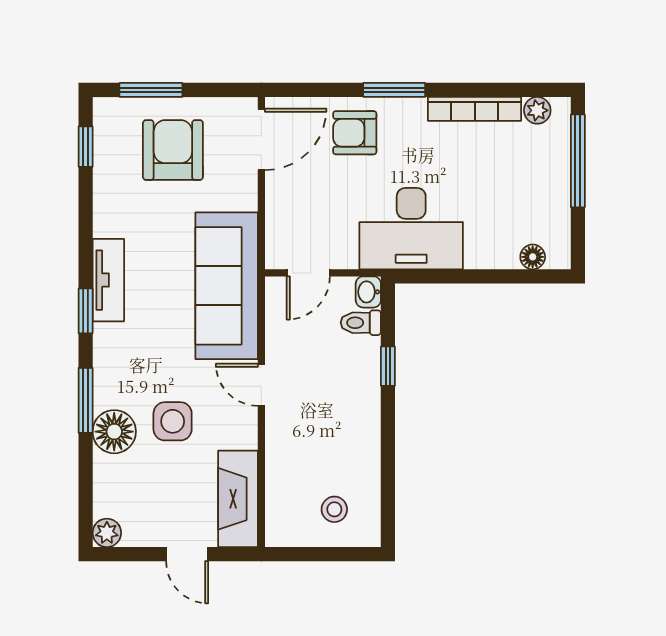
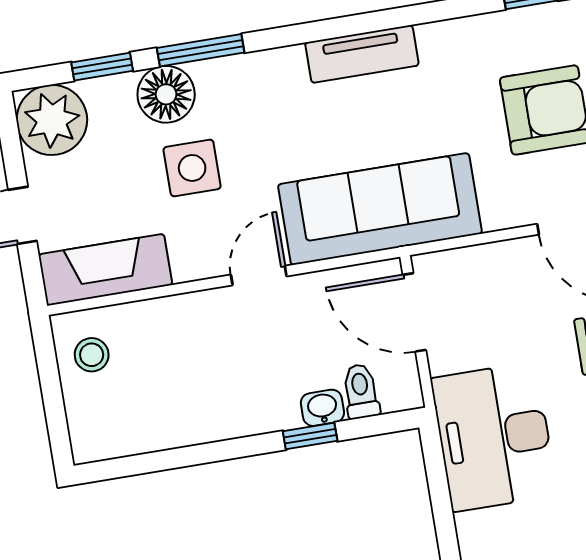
door: (308, 273) -> (414, 312), width x1.38
washbasin: (368, 292) -> (322, 408), moved
window: (86, 311) -> (102, 67), moved
stool: (334, 509) -> (92, 355), moved
plant: (107, 533) -> (52, 120), width x1.87, depth x1.87

